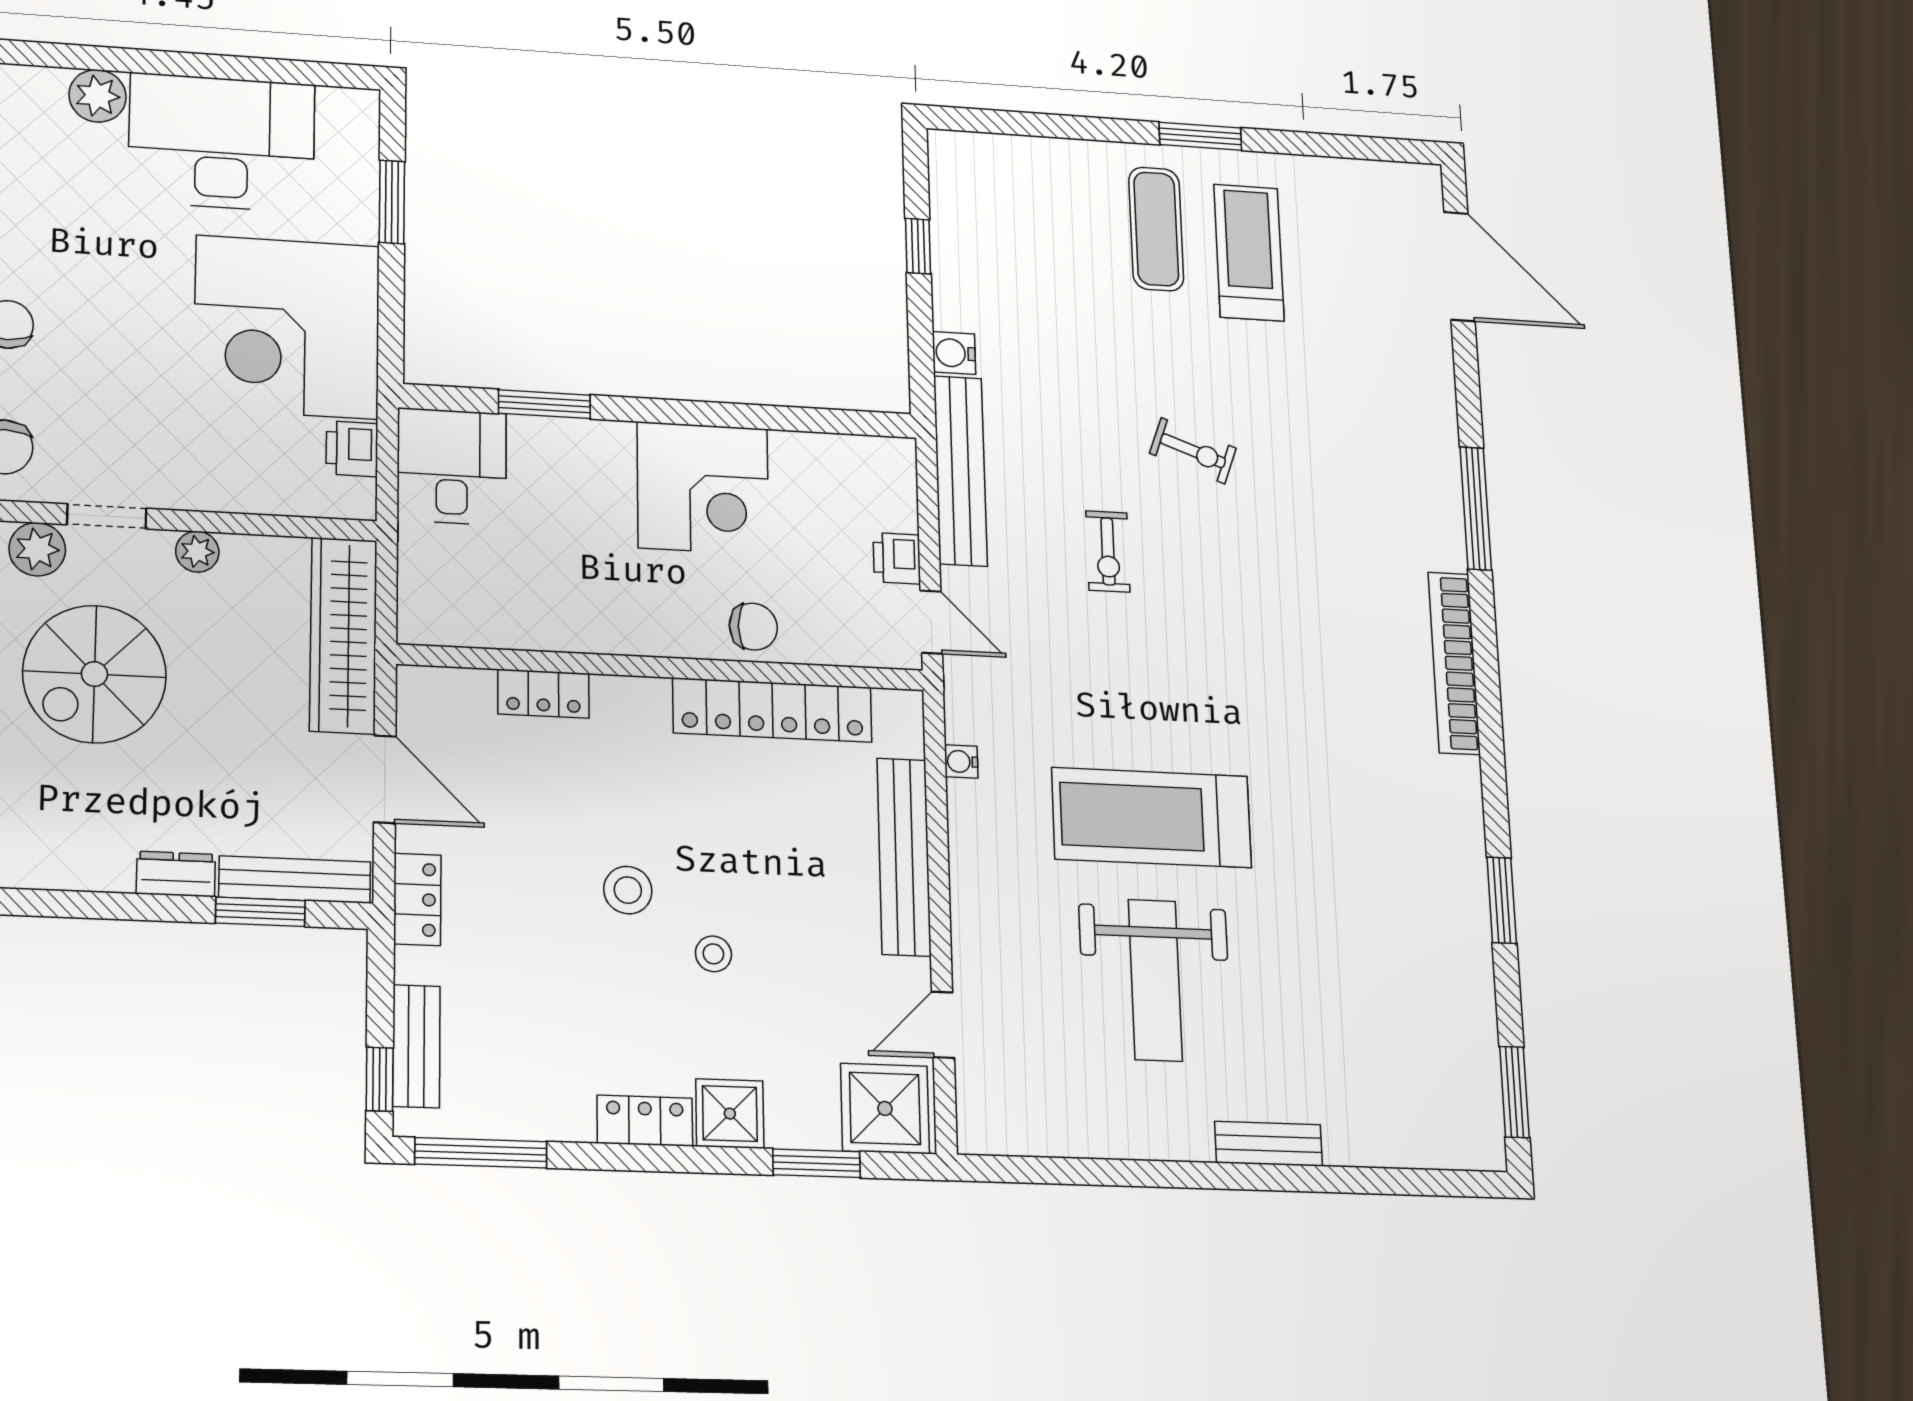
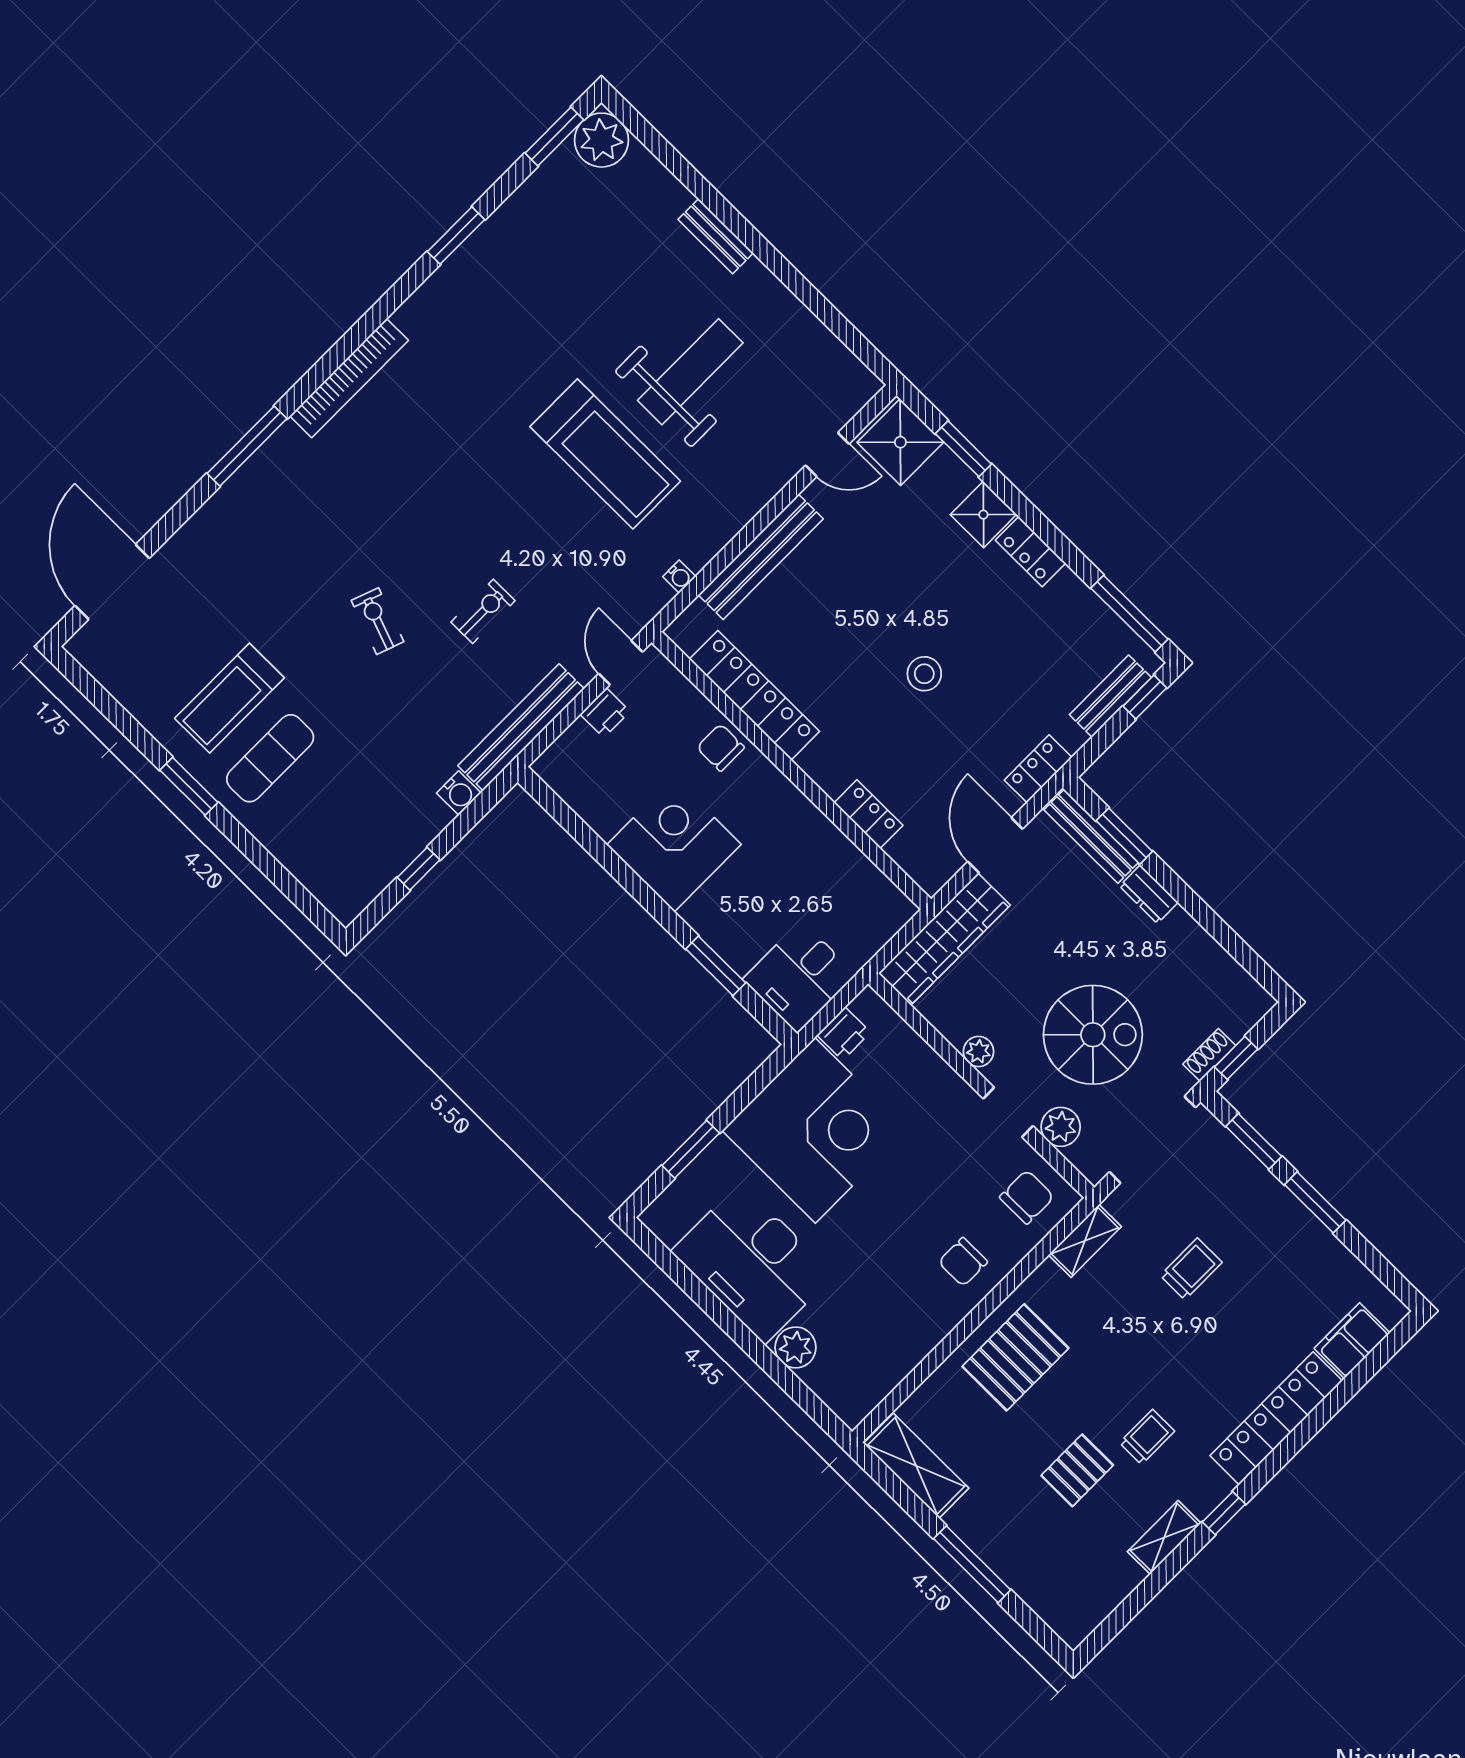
stool: (713, 954) -> (912, 601), removed
plant: (1469, 1133) -> (601, 140), added

